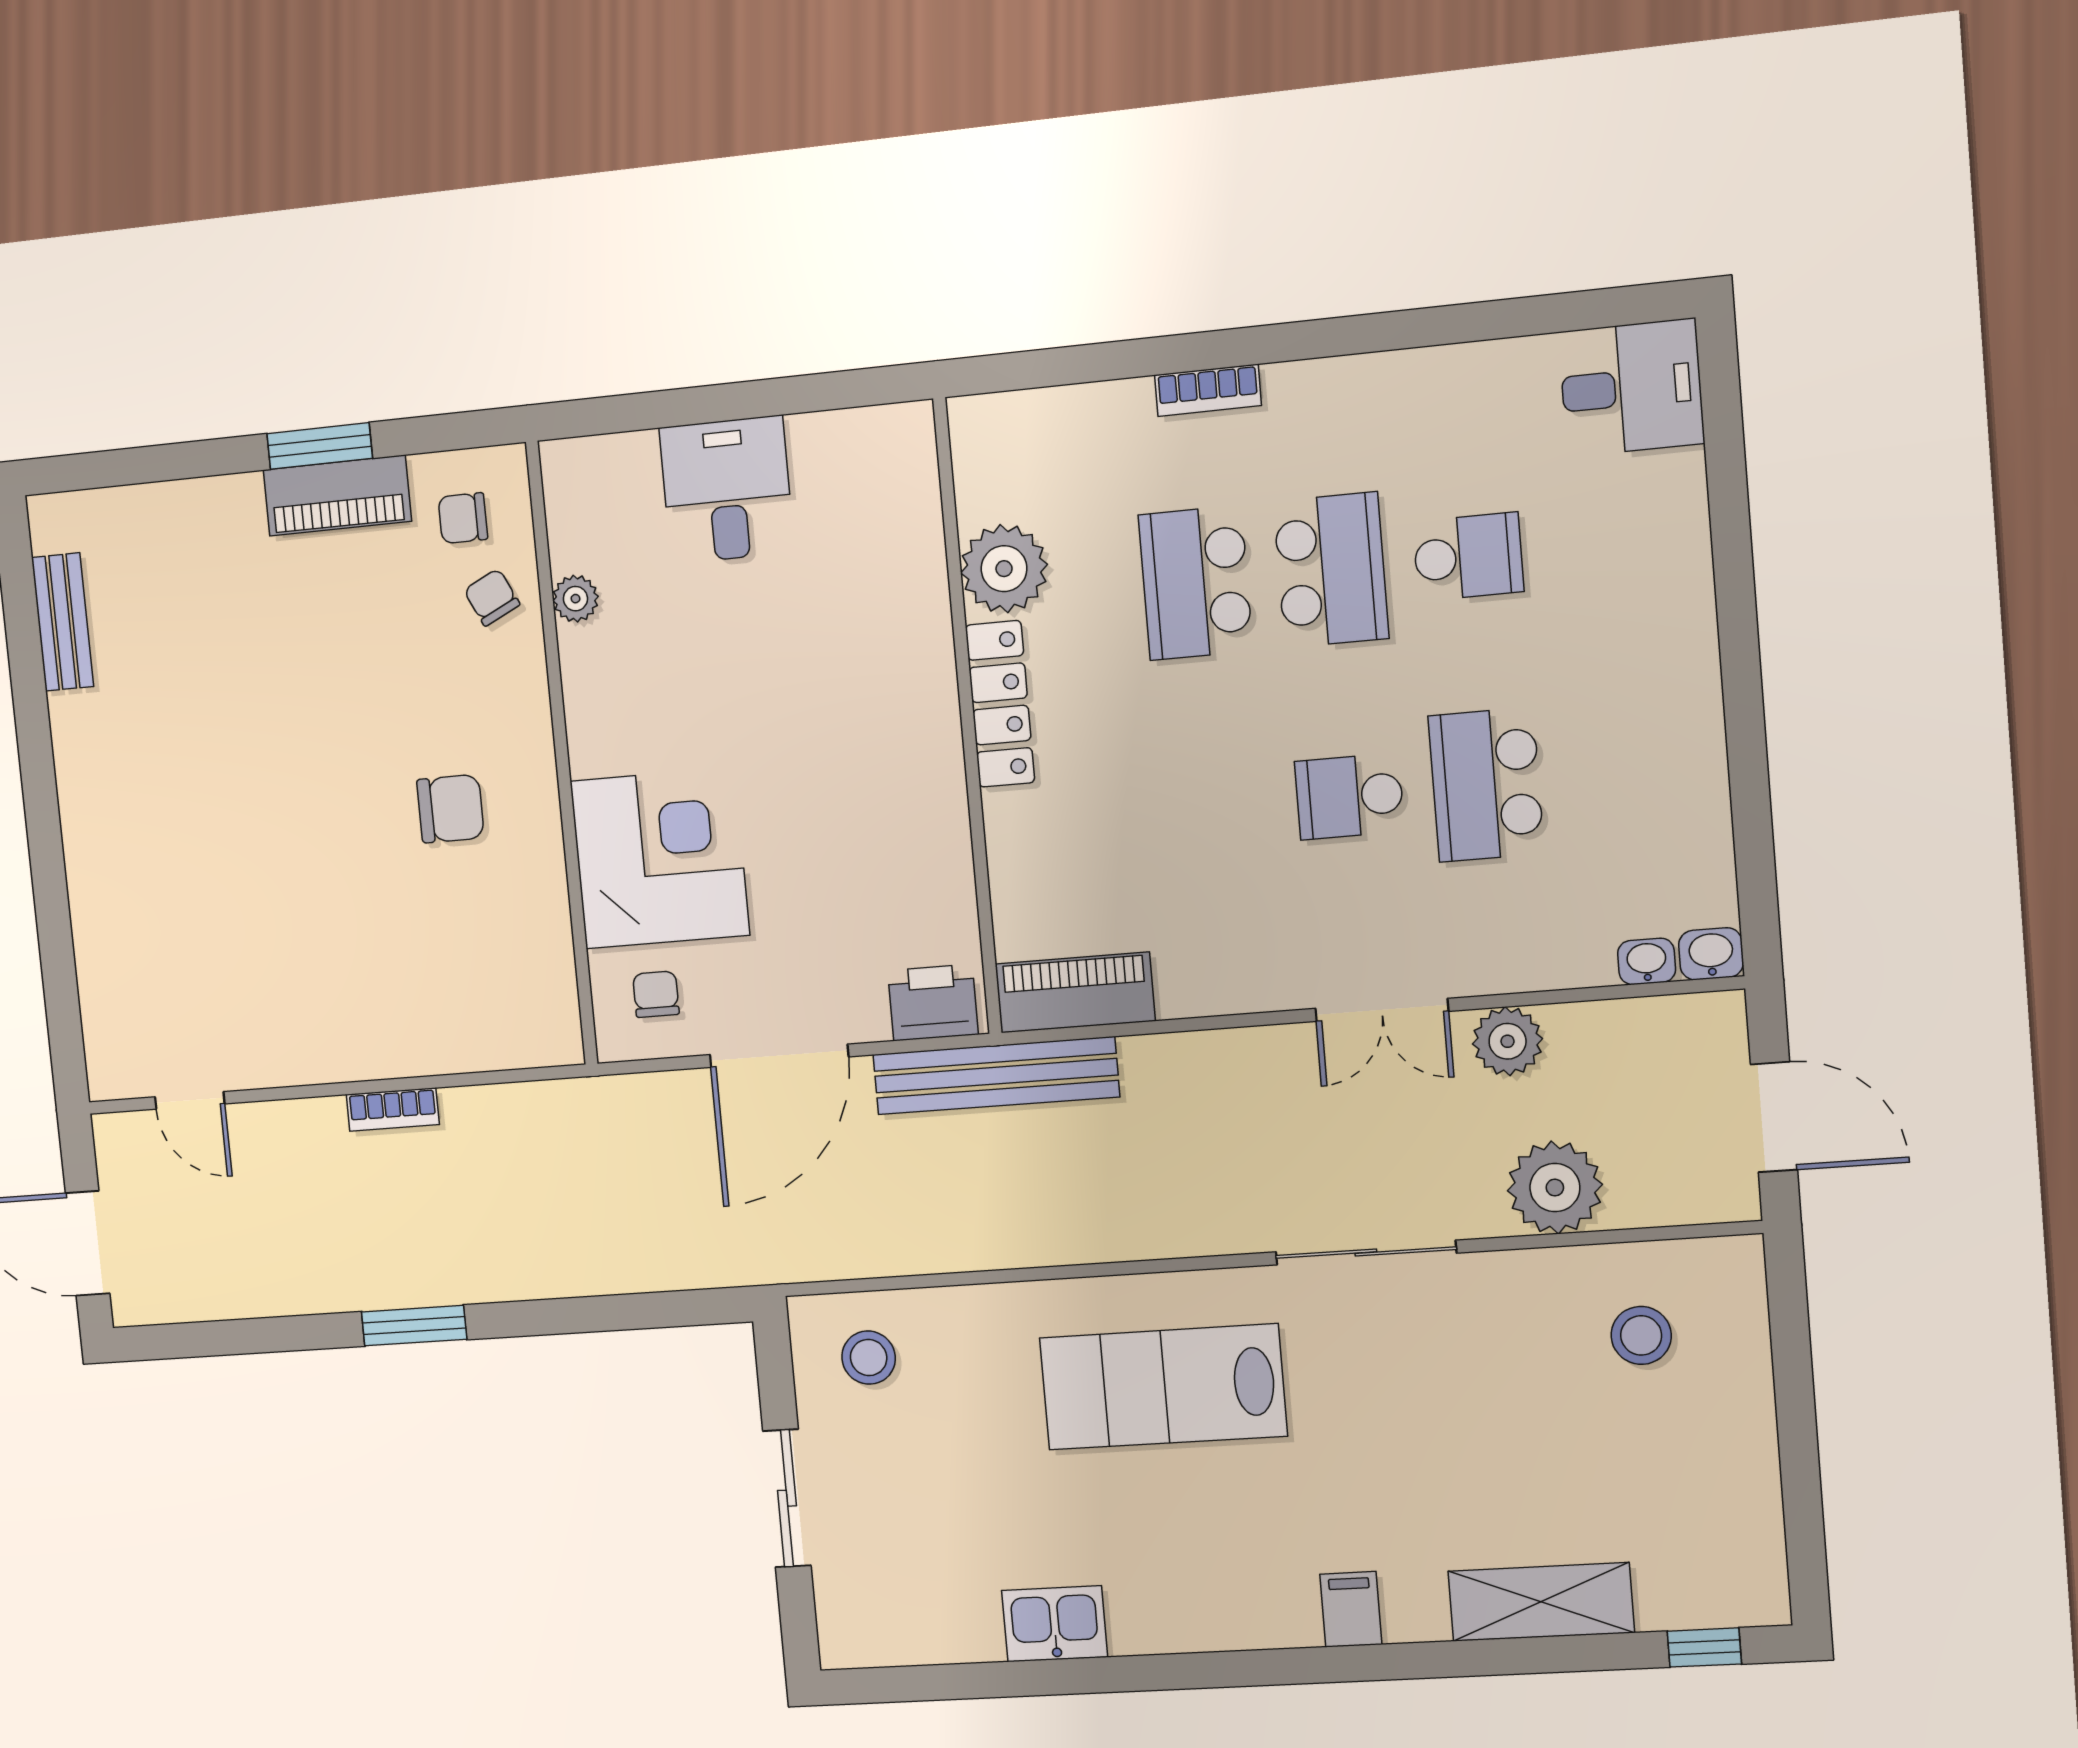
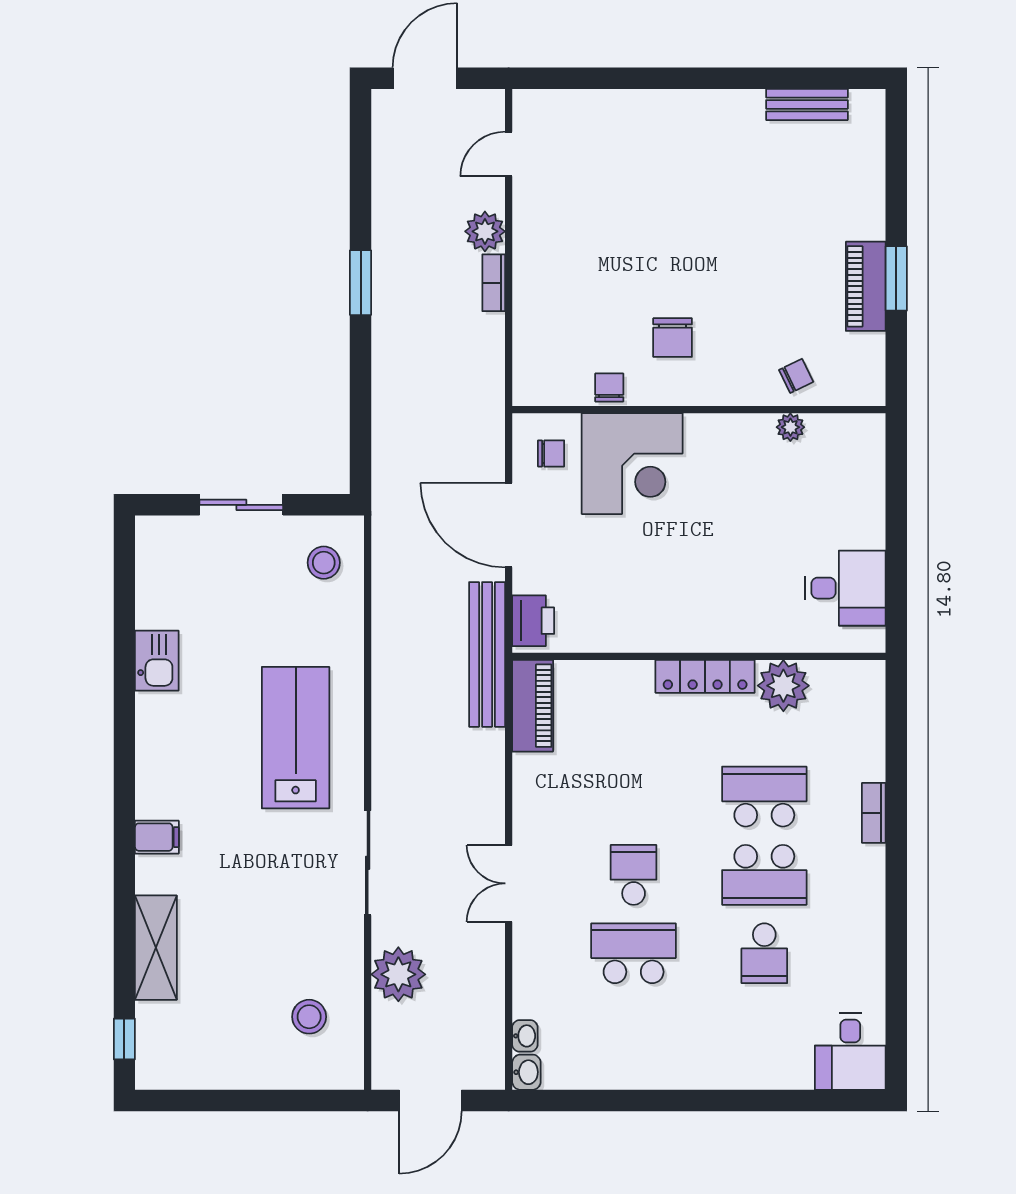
desk: (727, 490) -> (845, 588), moved
chair: (463, 518) -> (609, 387), moved
plant: (1507, 1041) -> (485, 231), moved

